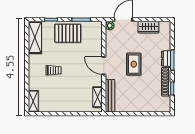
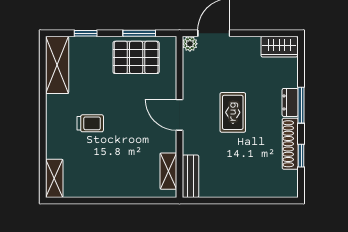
wardrobe: (148, 27) -> (279, 47), moved
pallet: (68, 33) -> (136, 57), moved
bench: (110, 96) -> (190, 176), width x0.73

